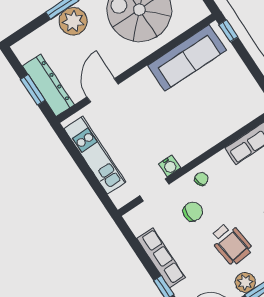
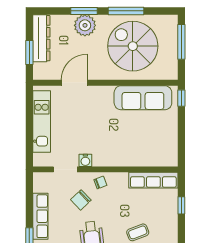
dresser: (48, 85) -> (41, 38), moved
chair: (193, 212) -> (81, 200), turned 136

